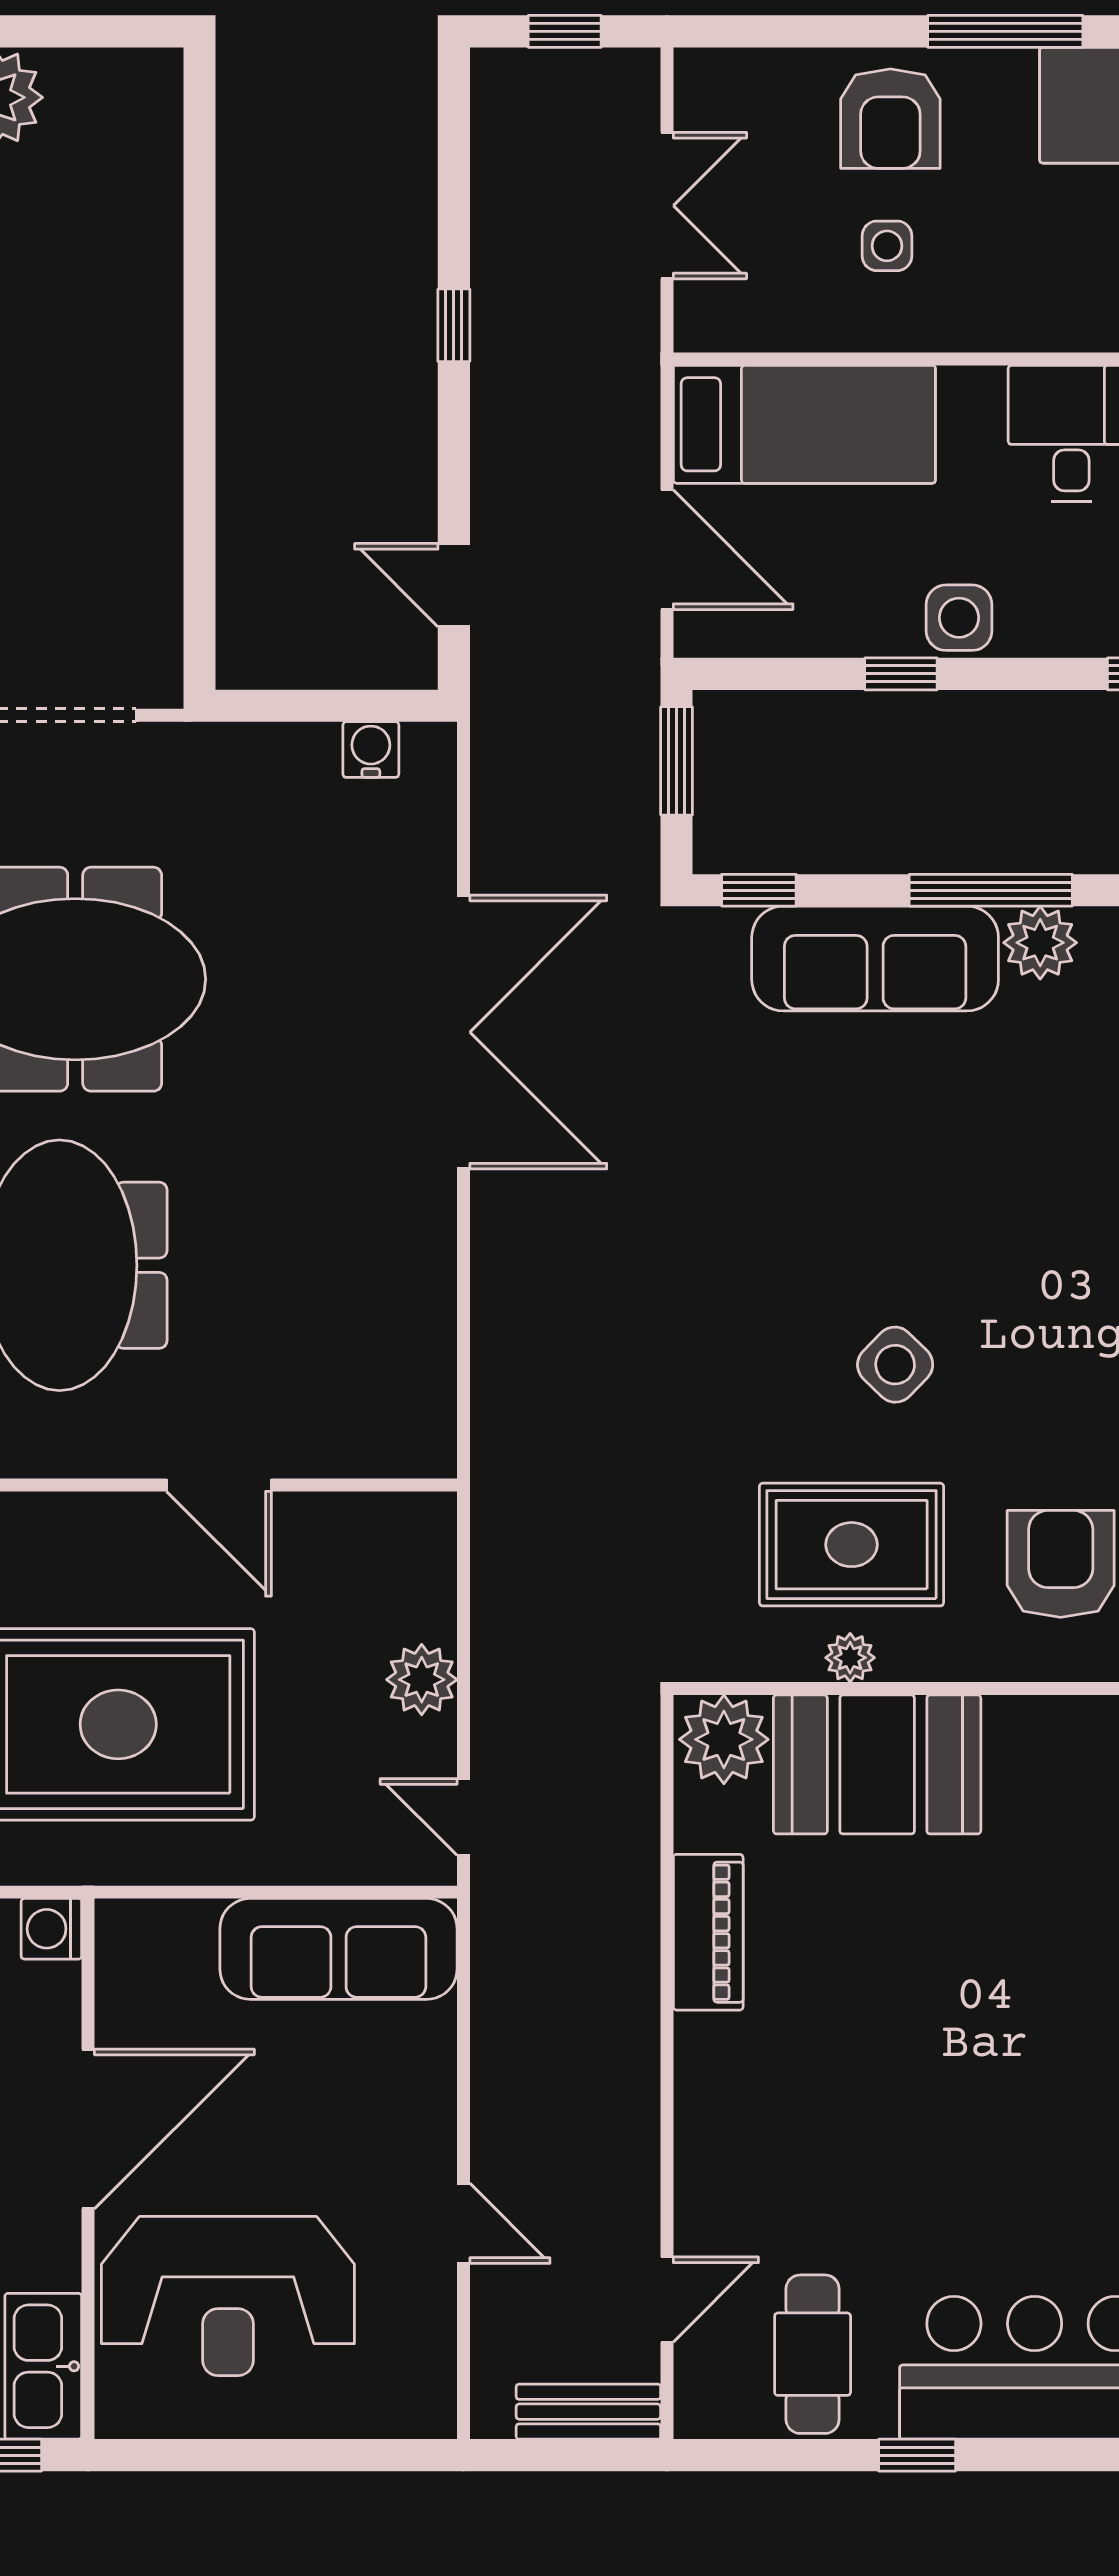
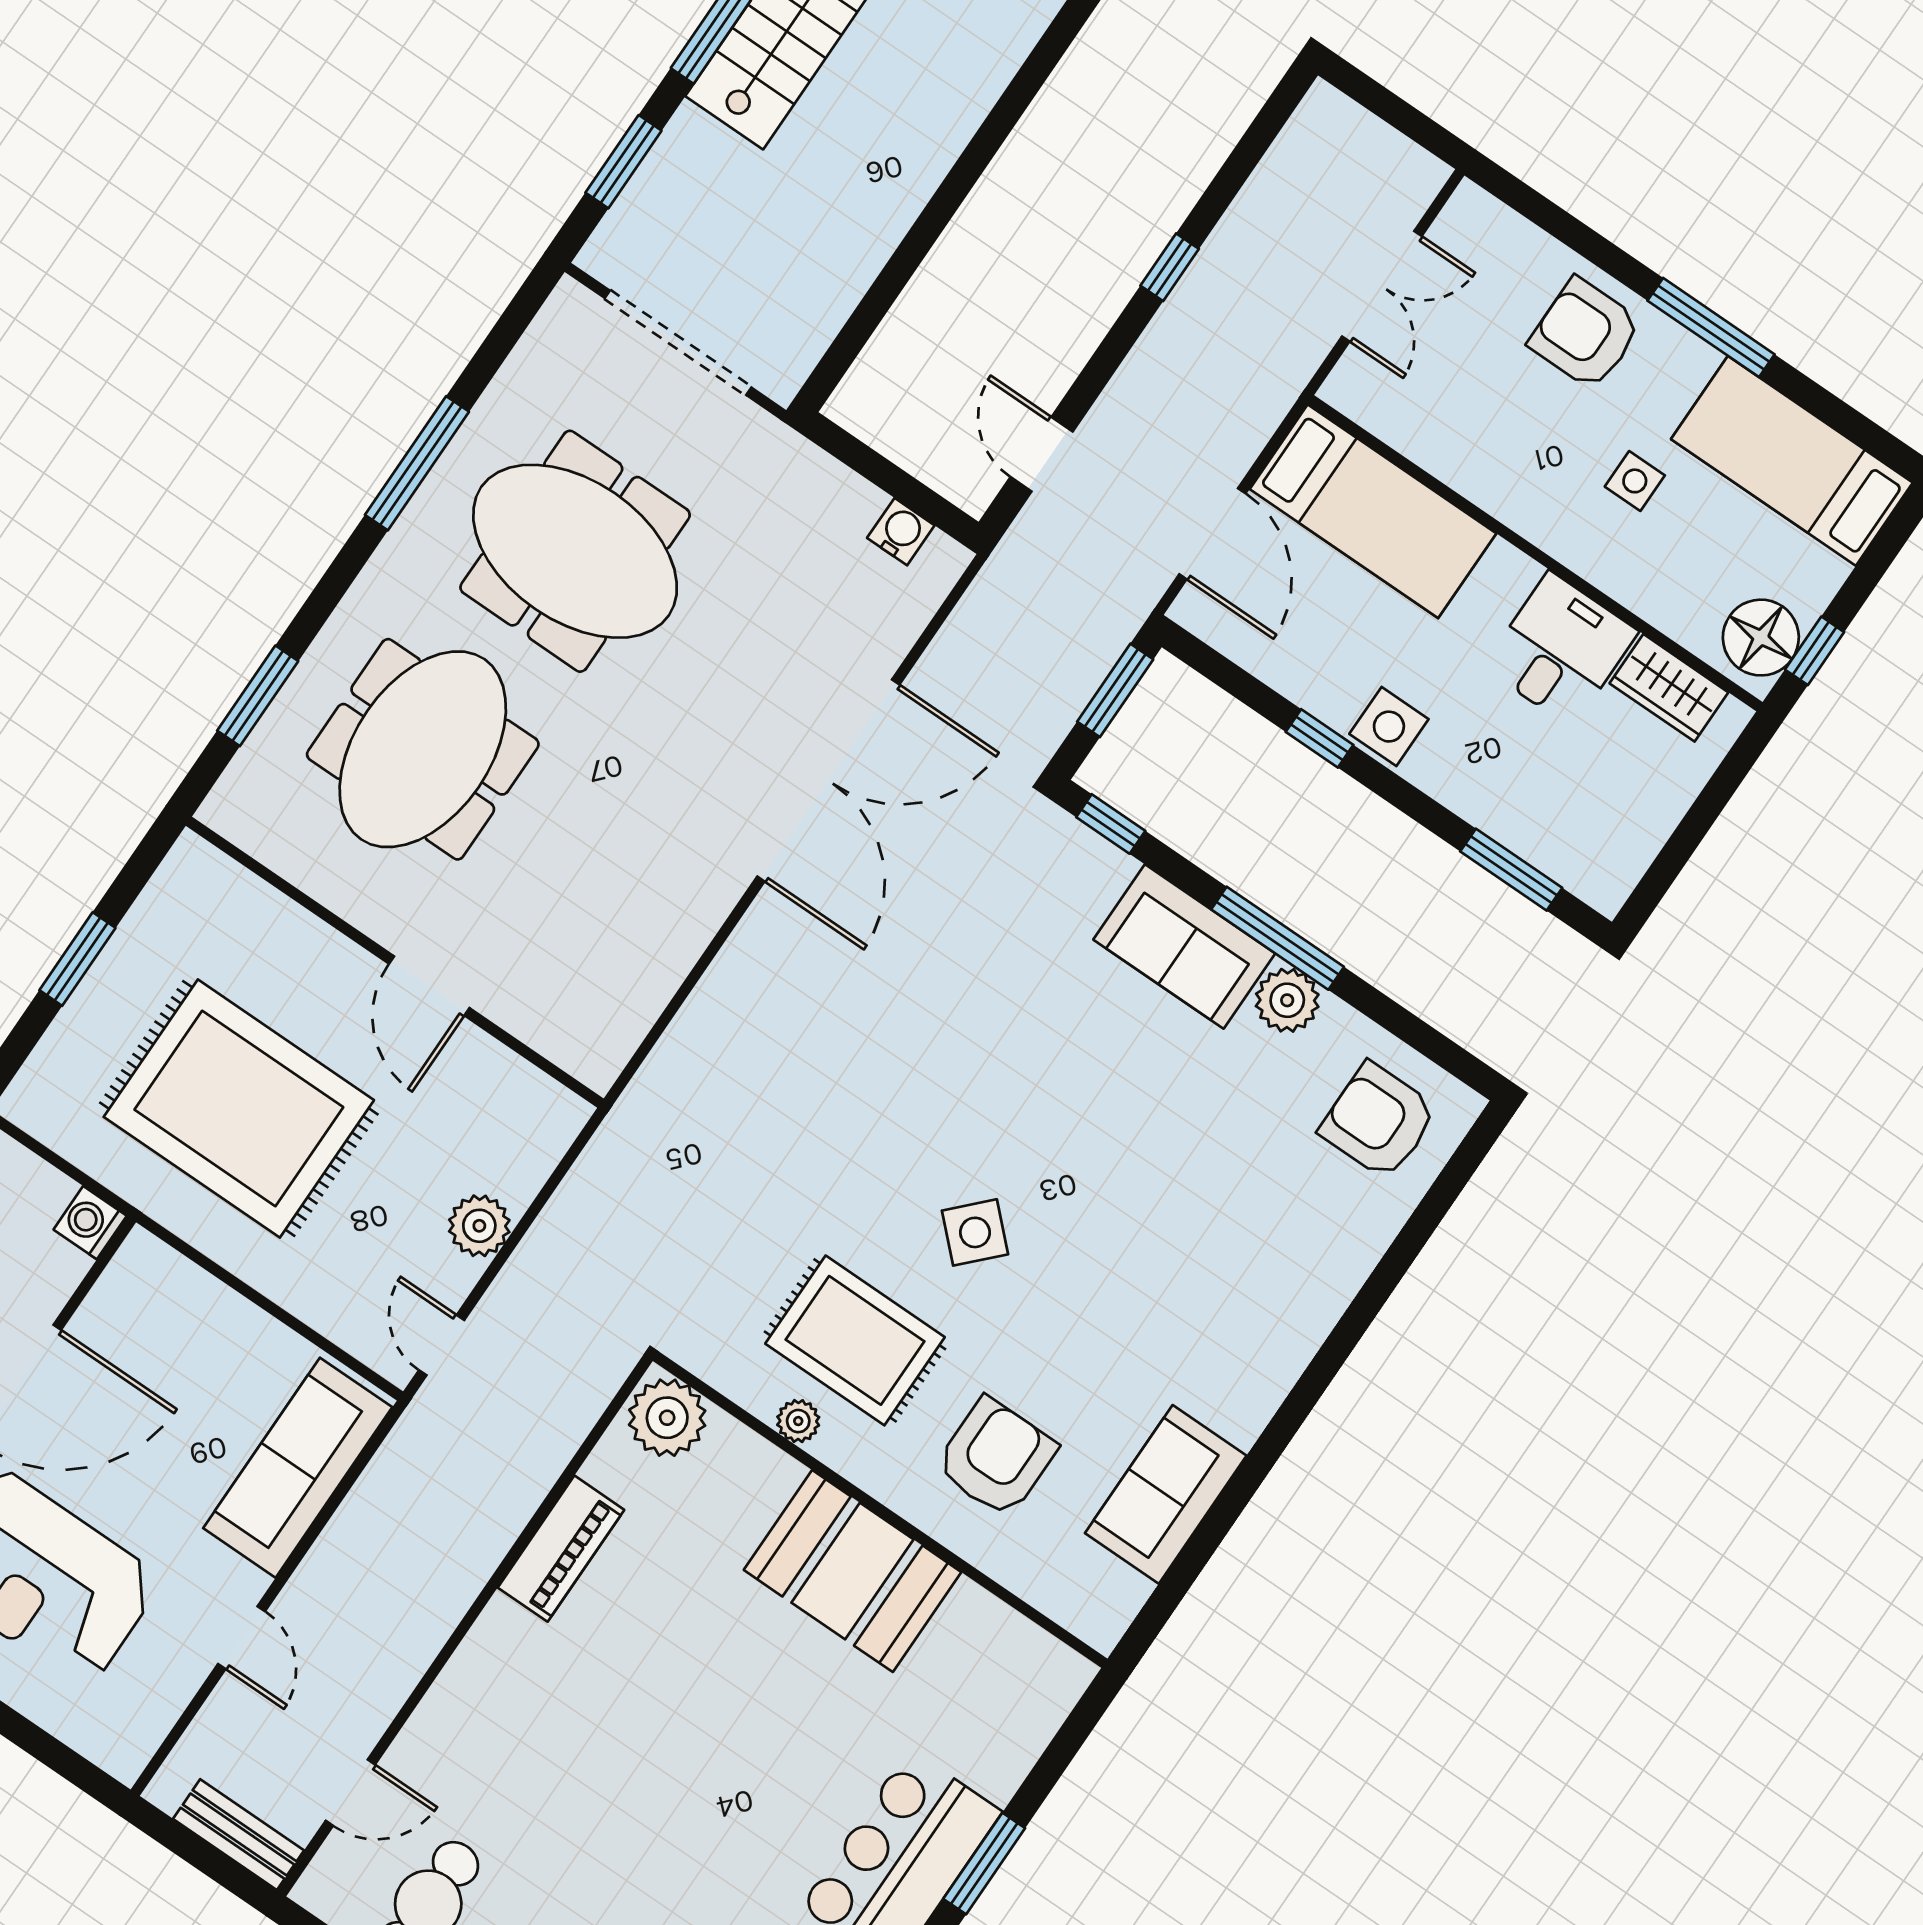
window: (565, 31) -> (1394, 110), removed
armchair: (890, 119) -> (1585, 334), turned 90
side table: (887, 246) -> (1635, 481), moved
sofa: (875, 959) -> (1184, 946), width x0.73
booth: (877, 1764) -> (852, 1571), moved
sofa: (338, 1949) -> (298, 1468), moved, turned 90

